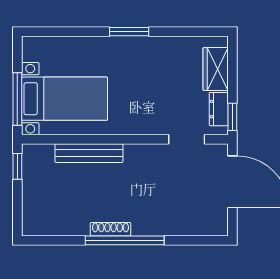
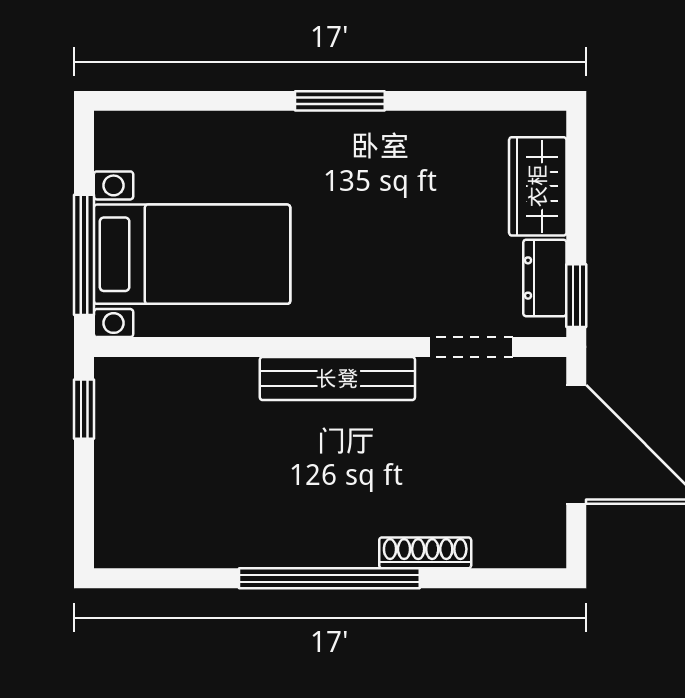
bench: (89, 153) -> (337, 379), moved
shoe rack: (111, 229) -> (425, 553), moved

